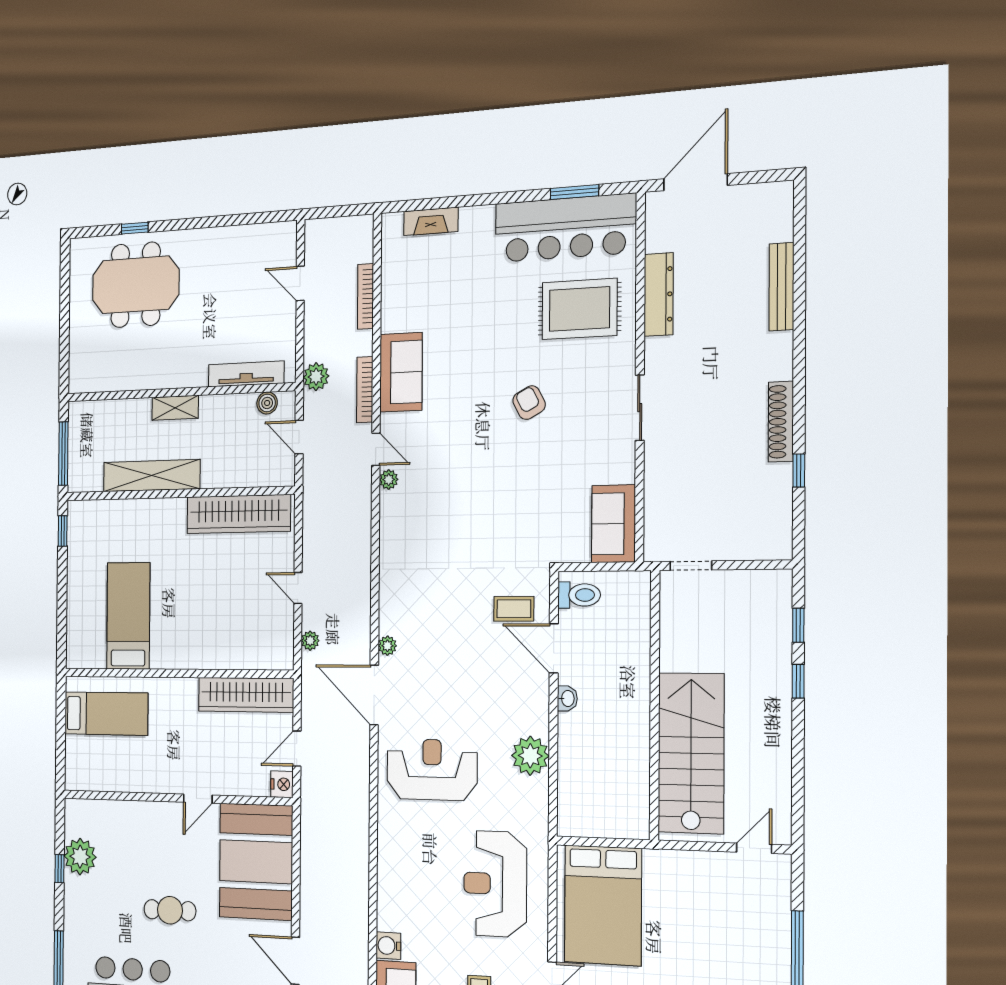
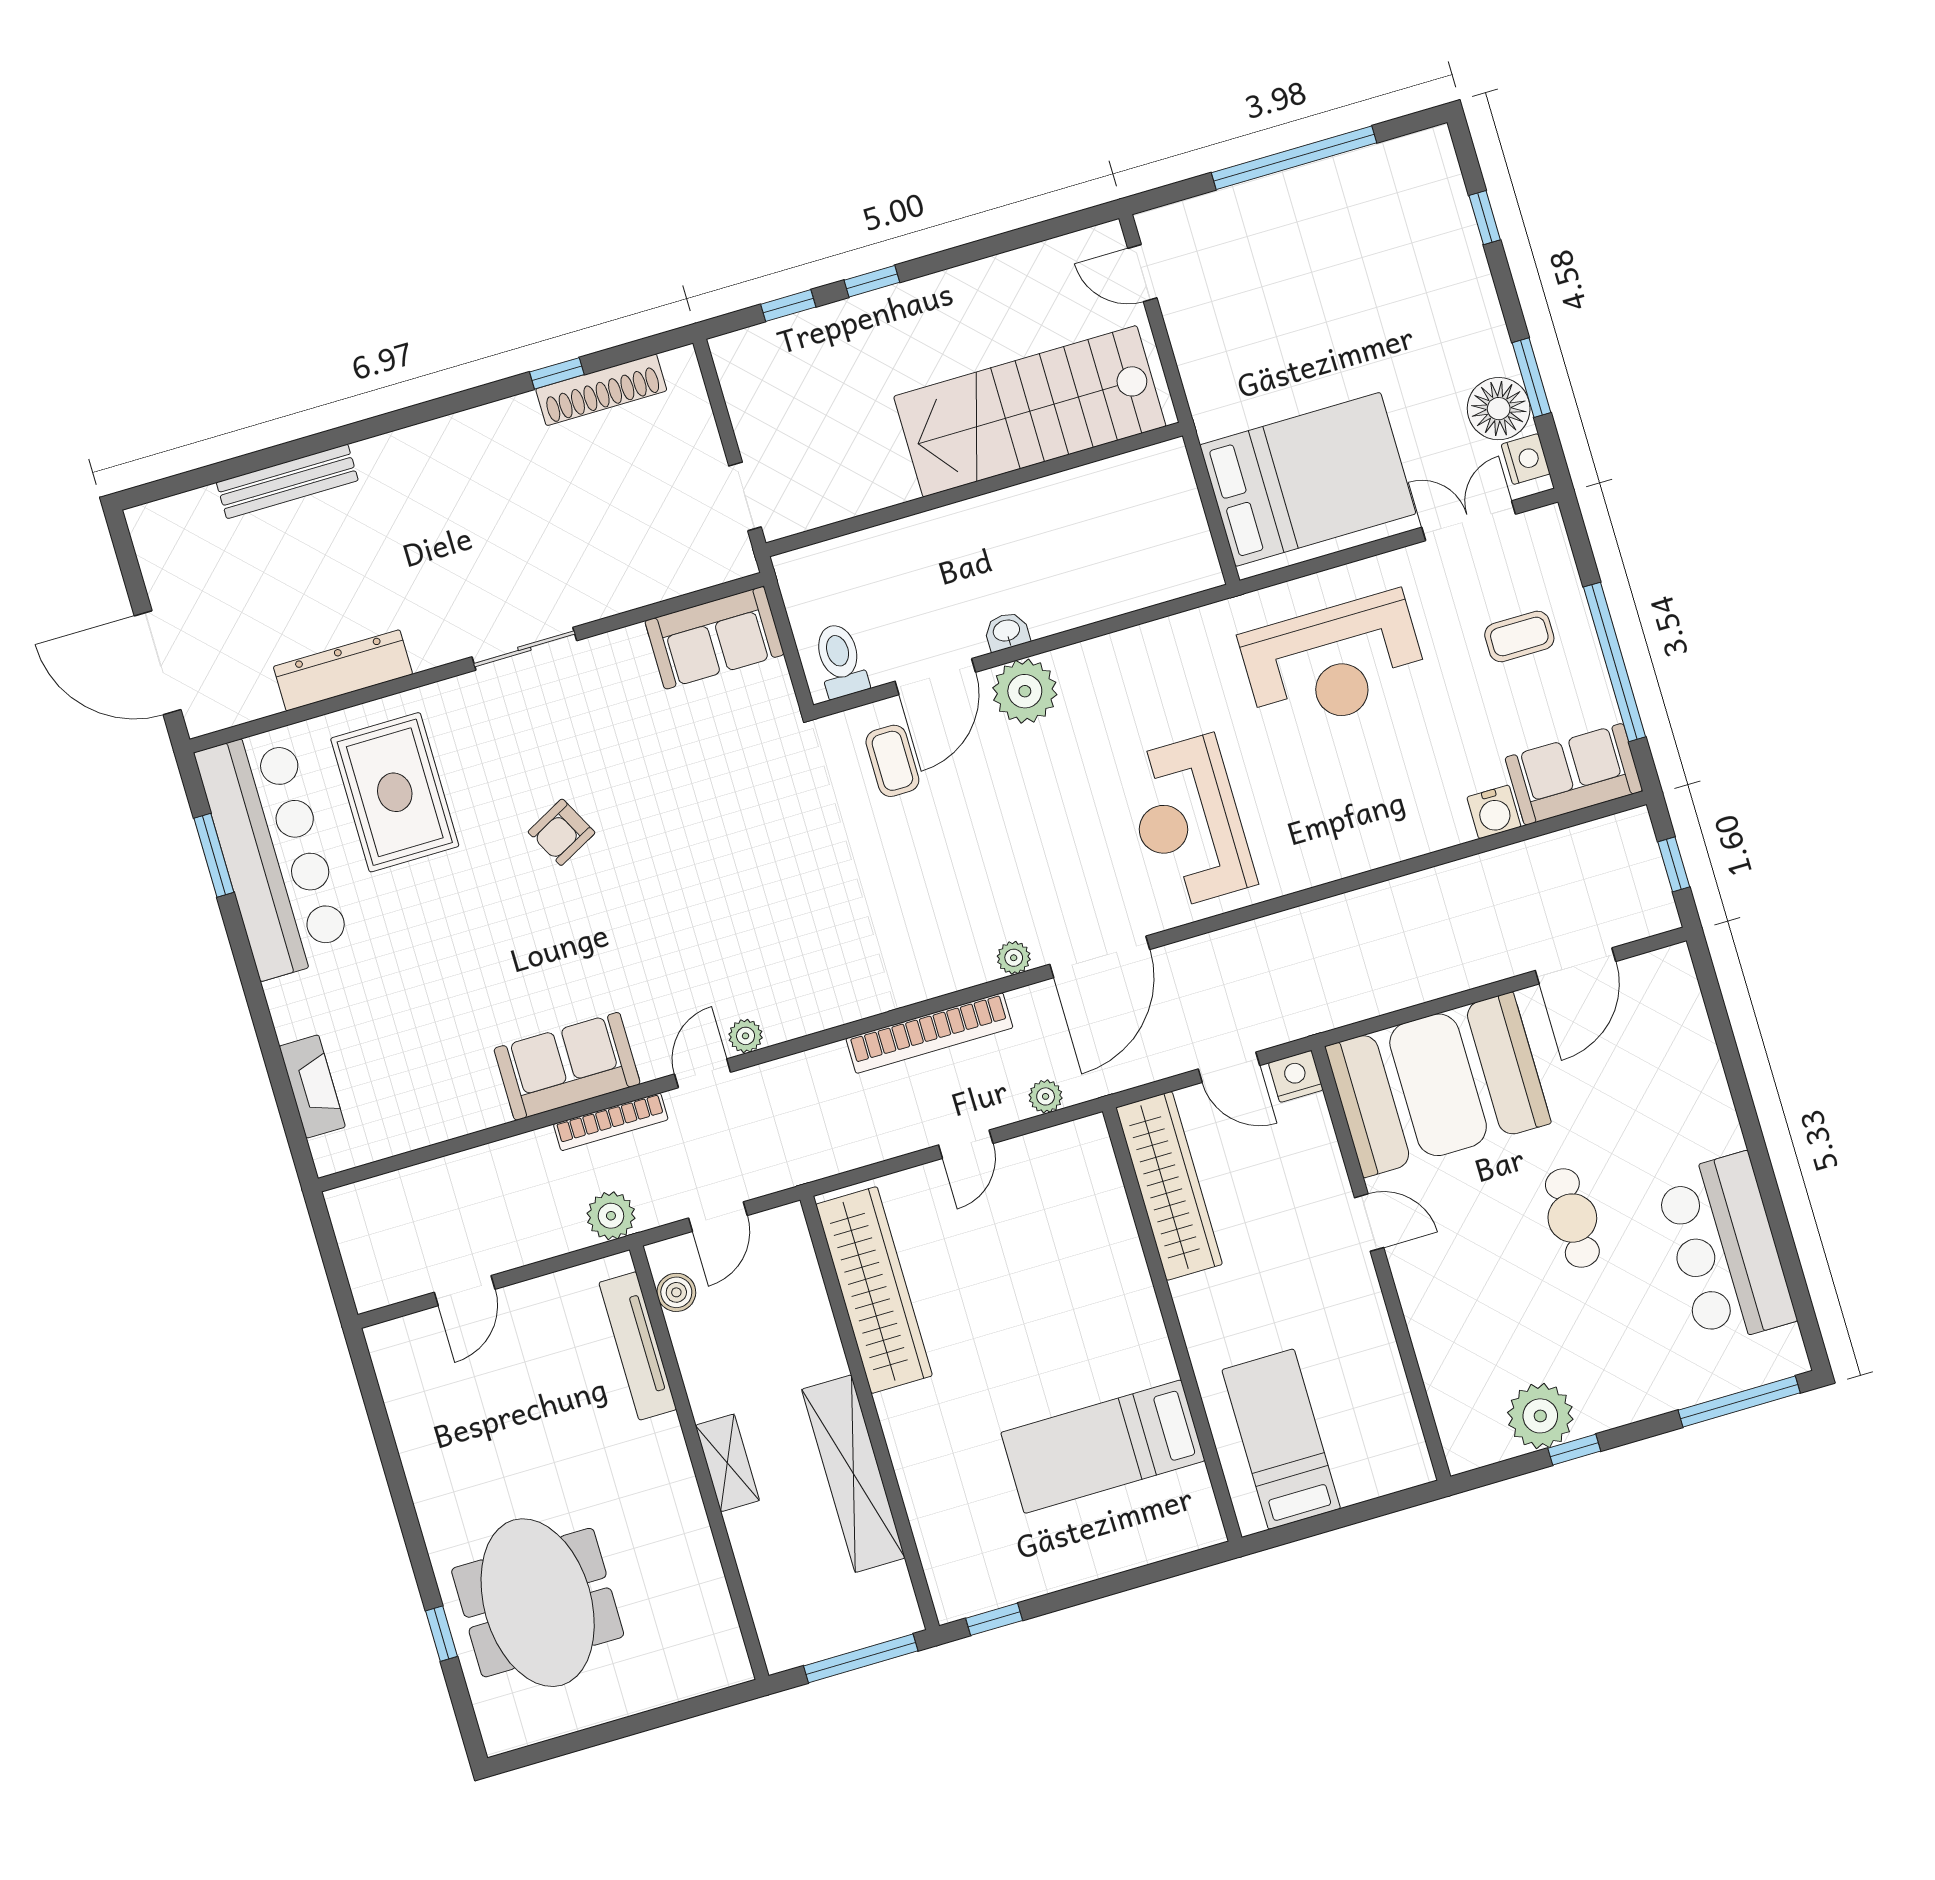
bookcase: (365, 296) -> (929, 1033), moved, width x1.48, depth x1.31
shoe rack: (781, 422) -> (601, 390), moved
plant: (530, 756) -> (1025, 691), moved

